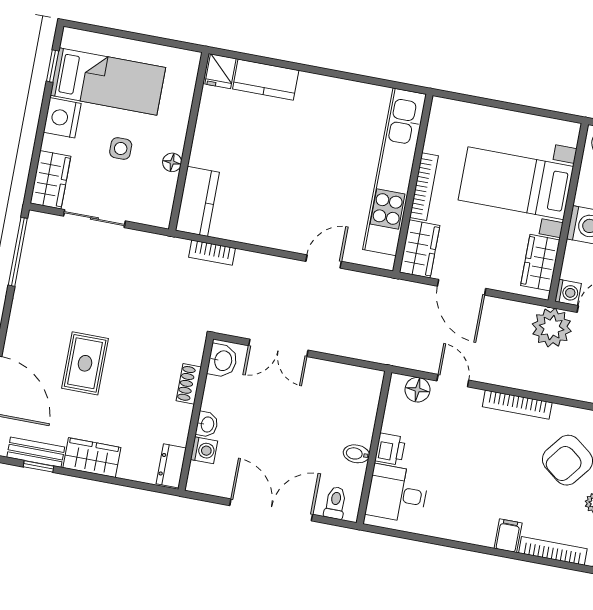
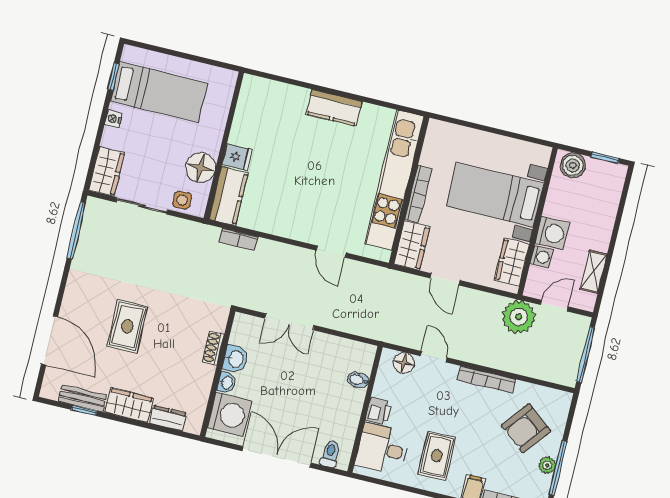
fridge: (221, 71) -> (237, 157), moved, turned -90
kitchen counter: (266, 80) -> (334, 108), moved
nightstand: (62, 118) -> (113, 119), width x0.53, depth x0.56
side table: (121, 149) -> (182, 200), moved
floor lamp: (172, 162) -> (201, 167), width x1.89, depth x1.89
door: (324, 261) -> (331, 252), swing flipped
door: (462, 287) -> (445, 279), width x0.73
washing machine: (568, 292) -> (541, 257), moved
washbasin: (222, 361) -> (235, 359), moved
washing machine: (204, 450) -> (229, 415), width x1.89, depth x1.89
bidet: (356, 454) -> (358, 380), moved
dresser: (171, 466) -> (168, 418), moved, turned 90
rug: (463, 499) -> (437, 456), added

